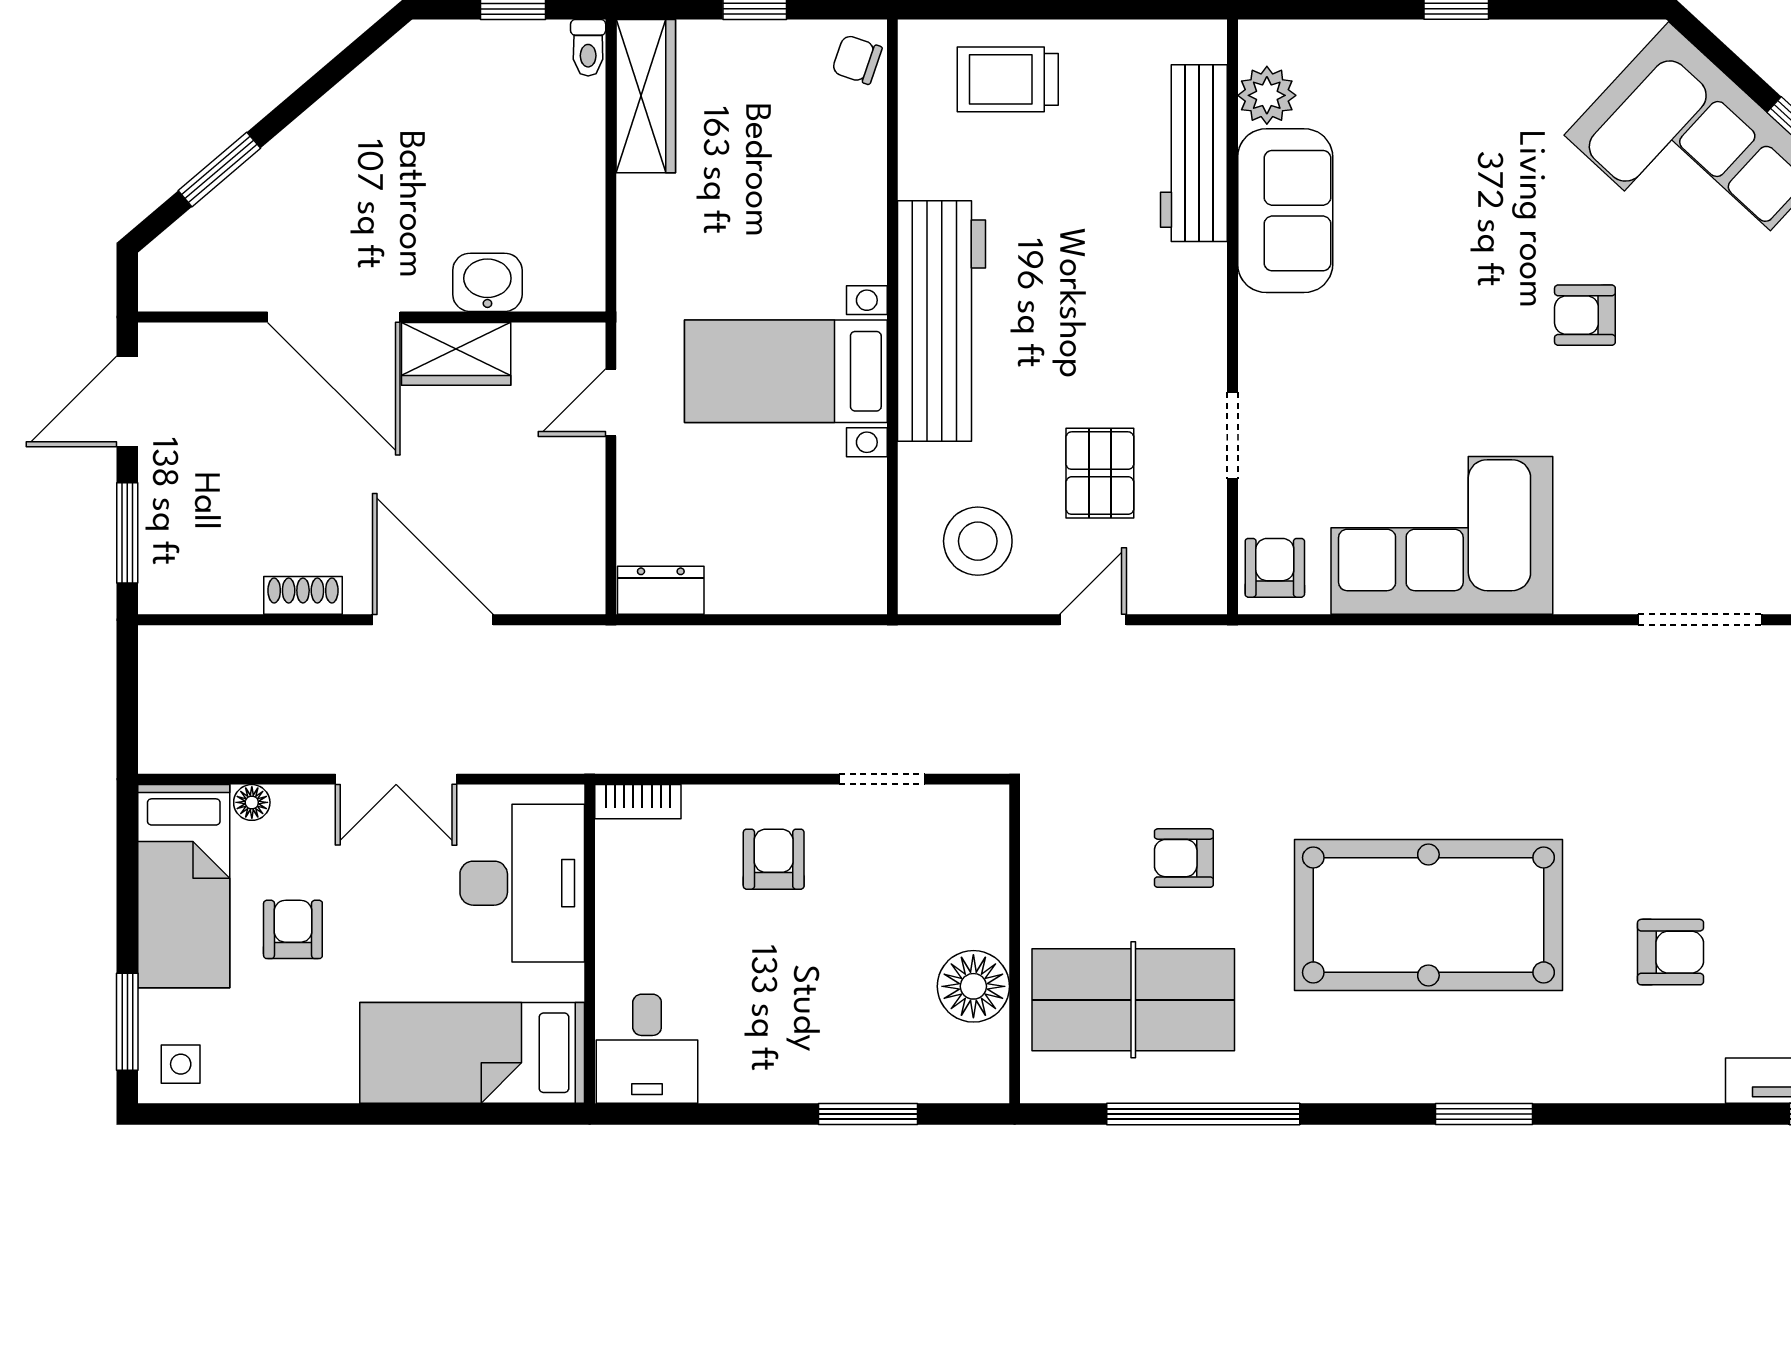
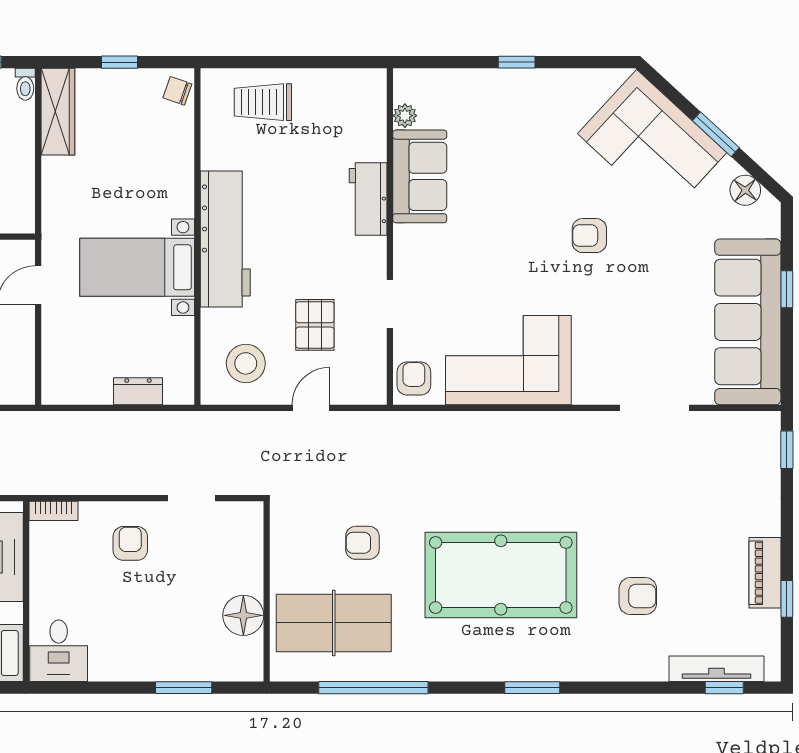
plant: (1267, 95) -> (405, 116), width x0.73, depth x0.73
workbench: (1194, 153) -> (368, 199), moved, width x0.73
dresser: (661, 590) -> (138, 391), moved

